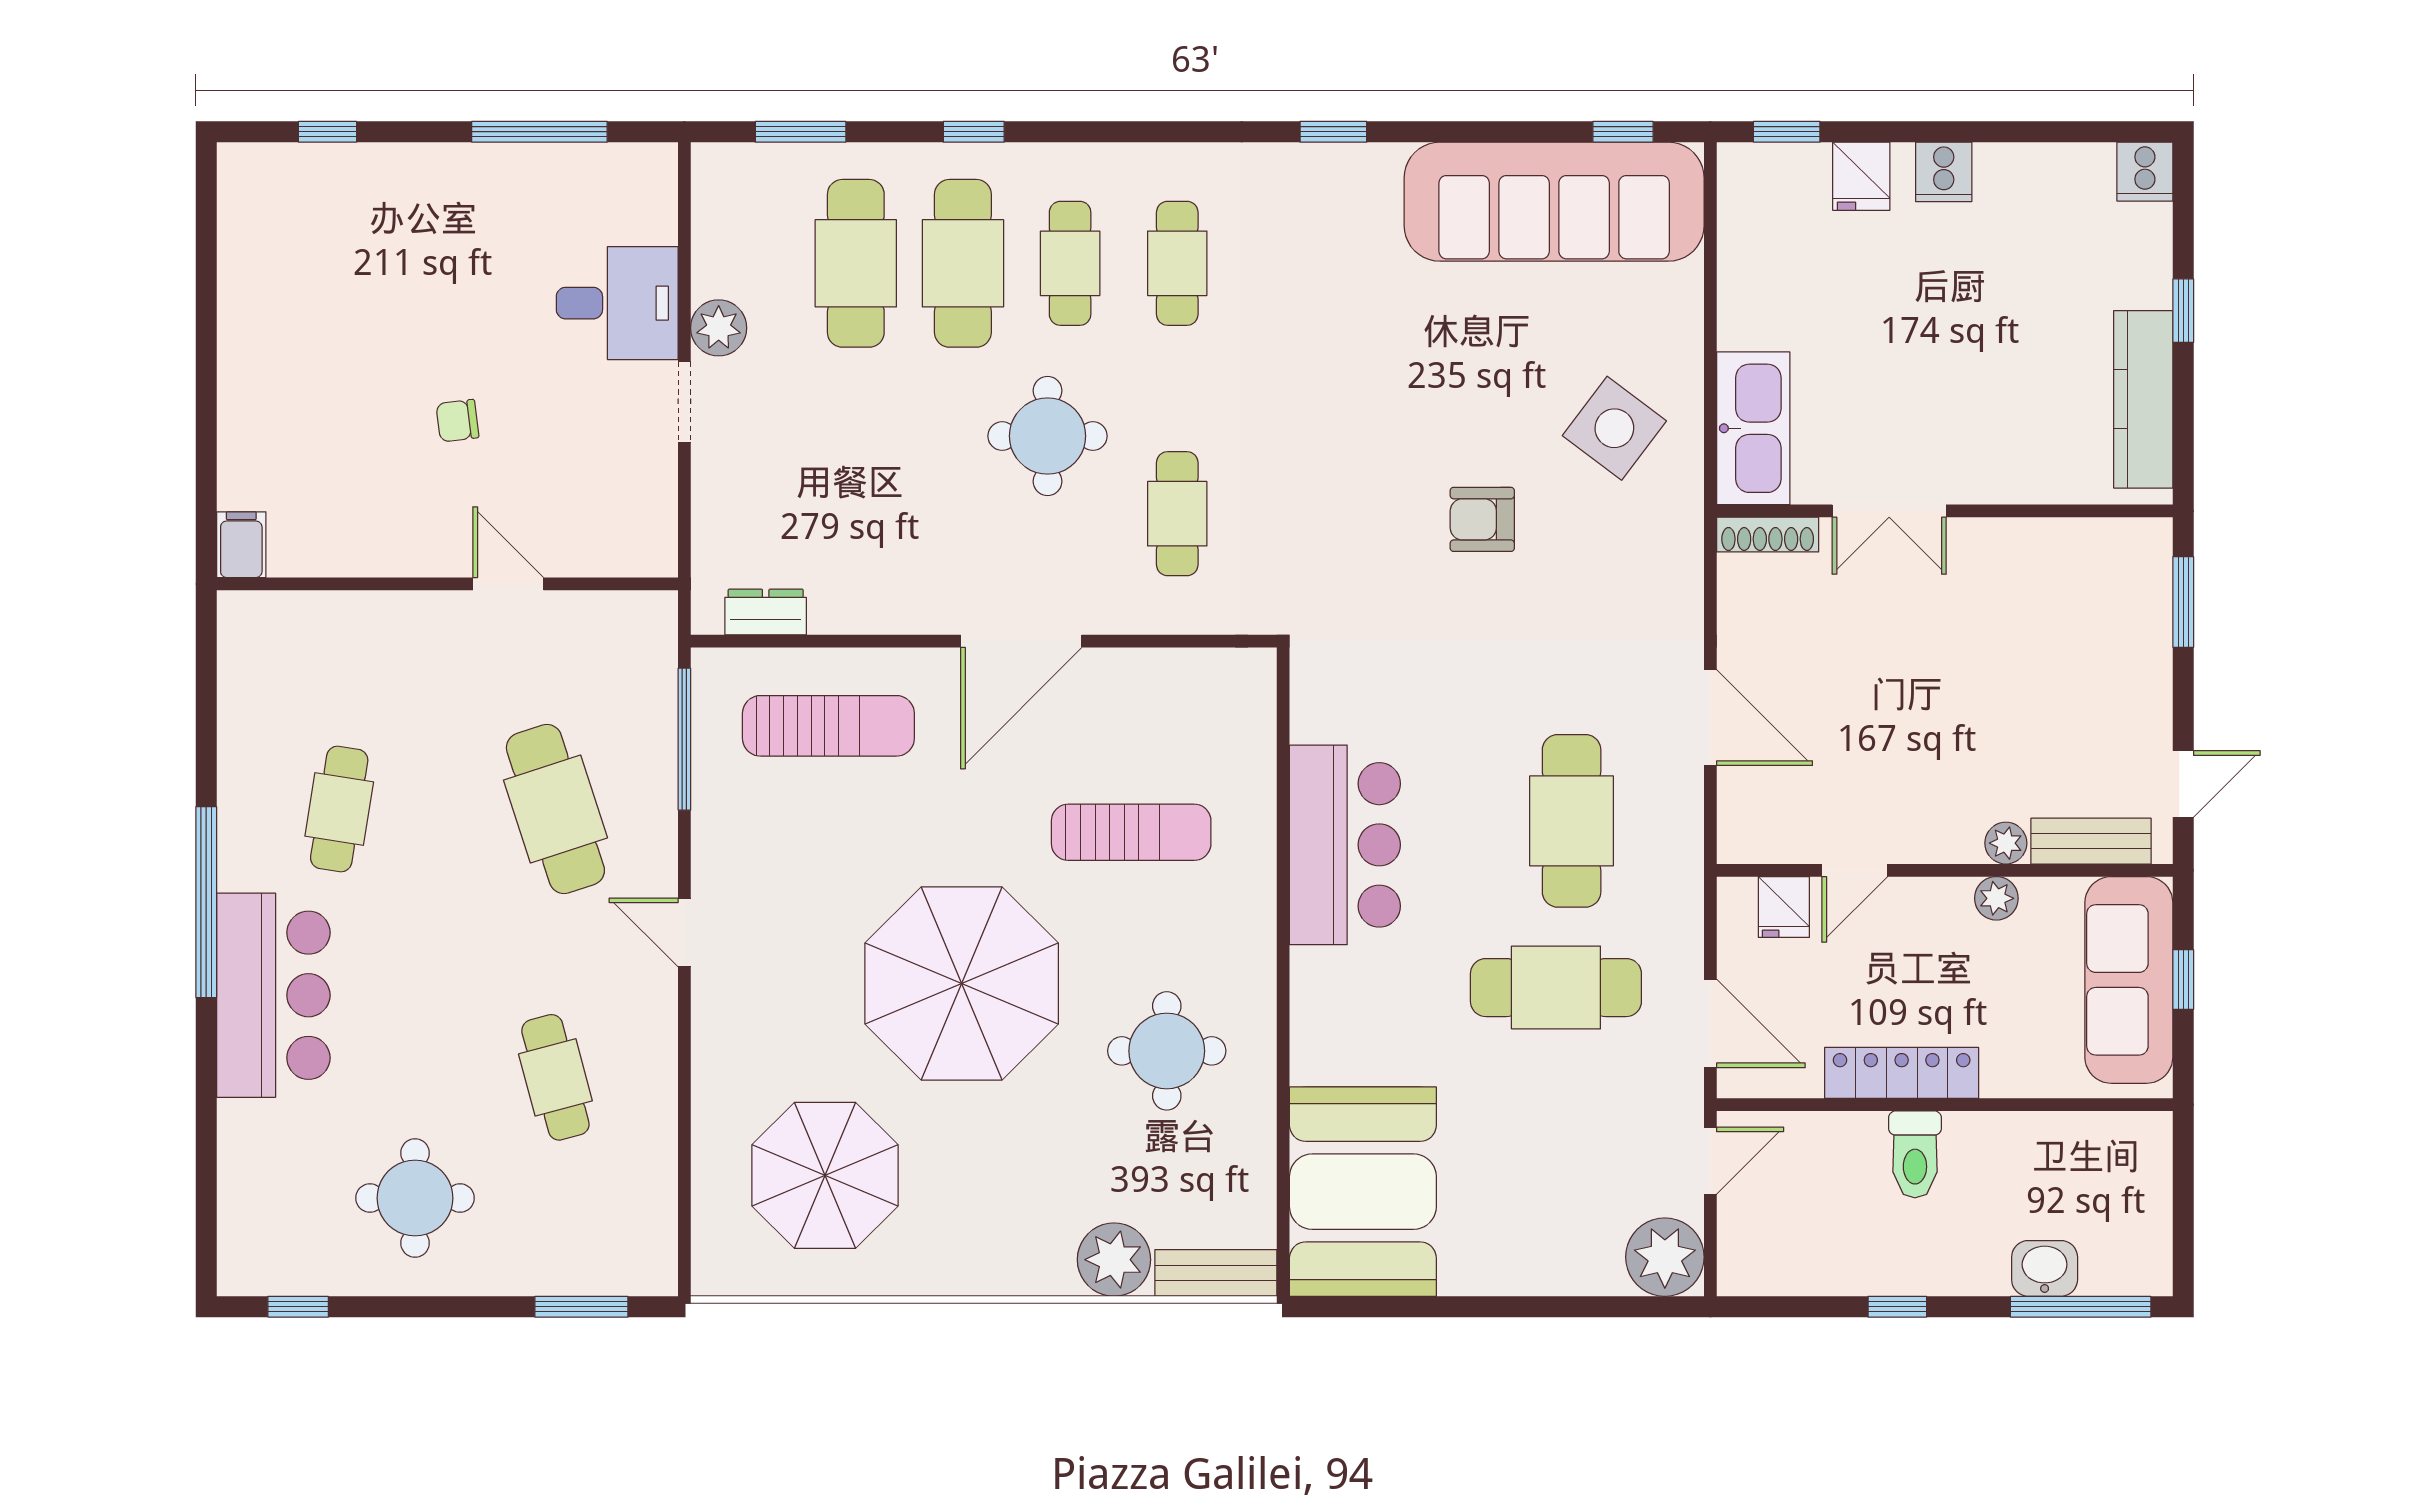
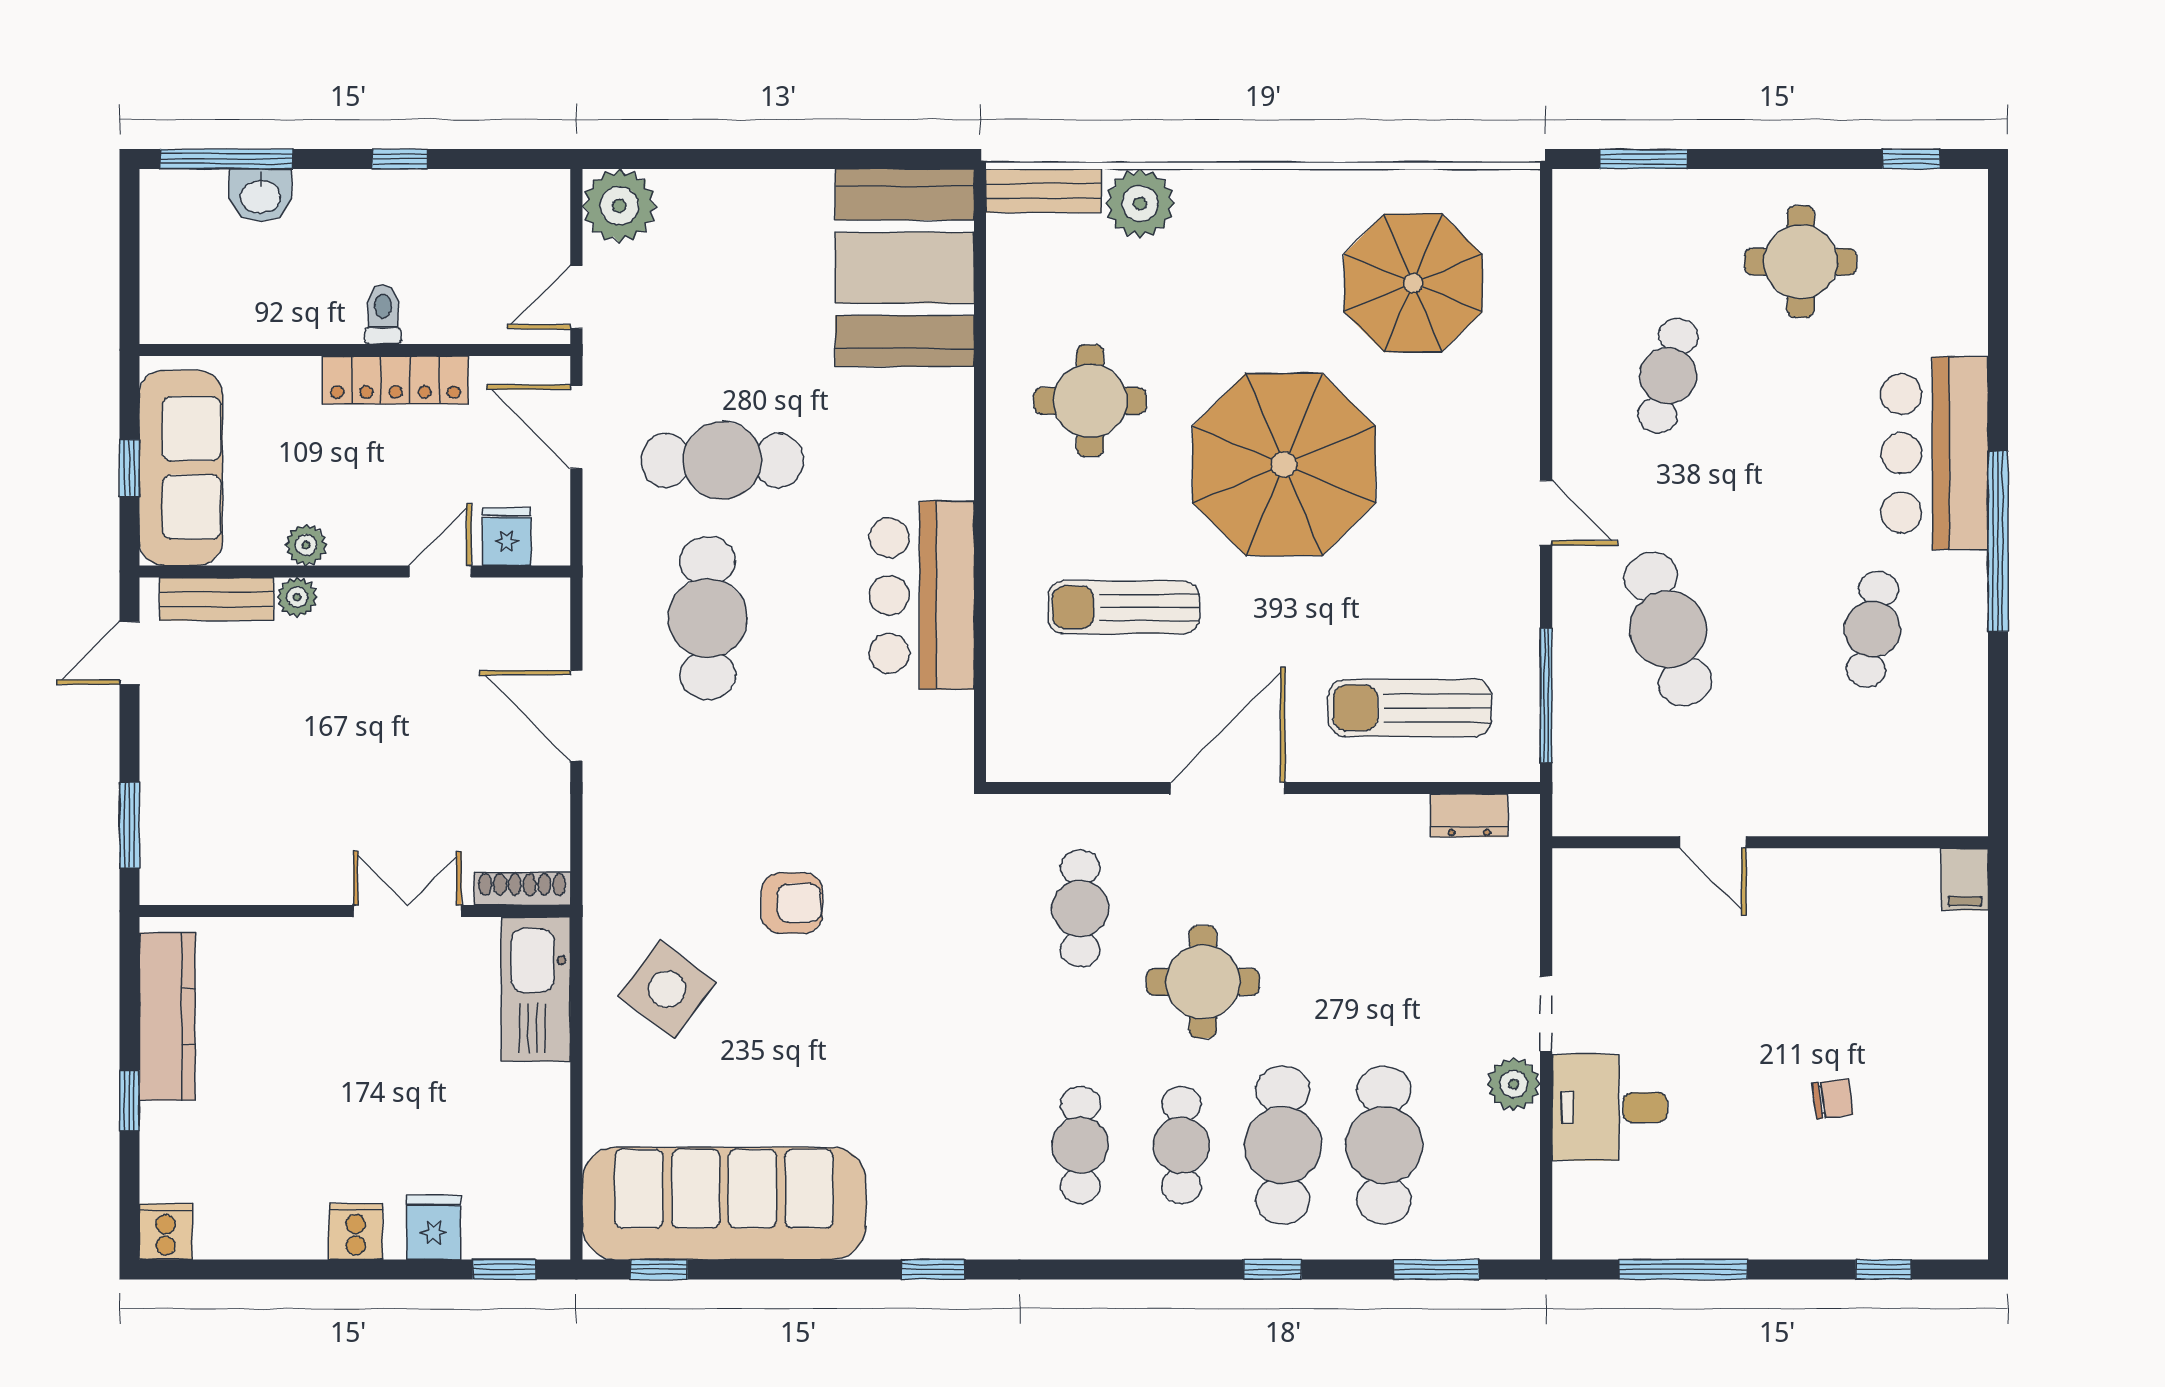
chair: (457, 421) -> (1833, 1099), moved
cafe table: (555, 1077) -> (1668, 376), turned 30
toilet: (1915, 1154) -> (383, 314), width x0.73, depth x0.72

